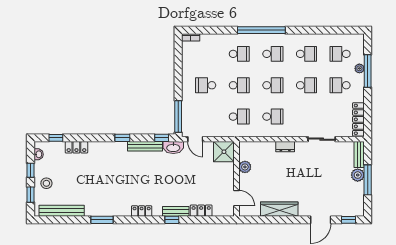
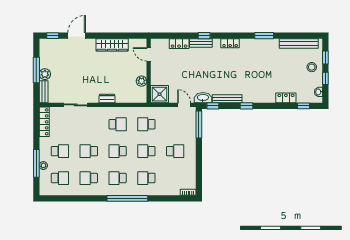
school desk: (273, 117) -> (118, 124), turned 180

